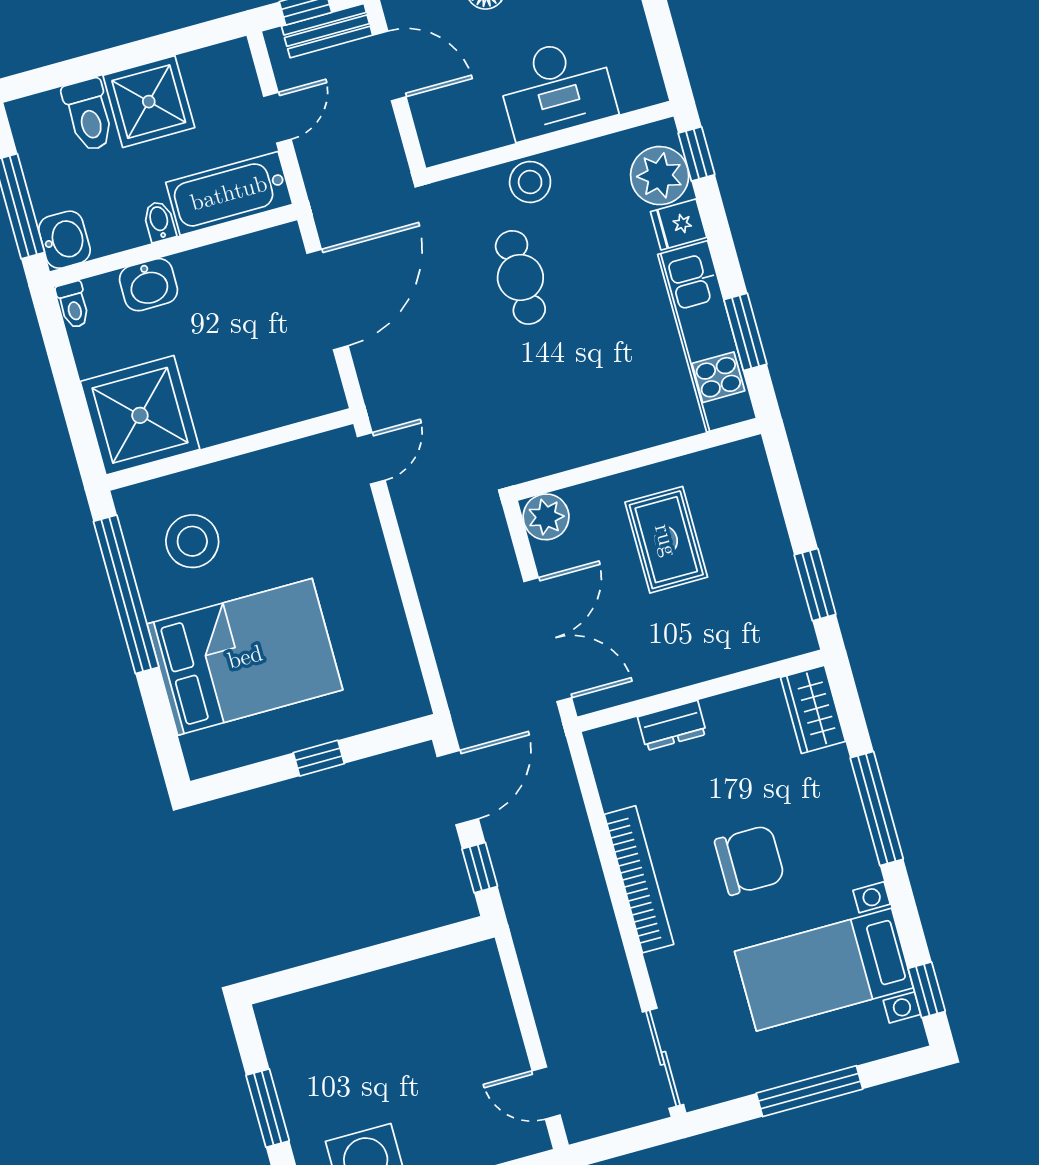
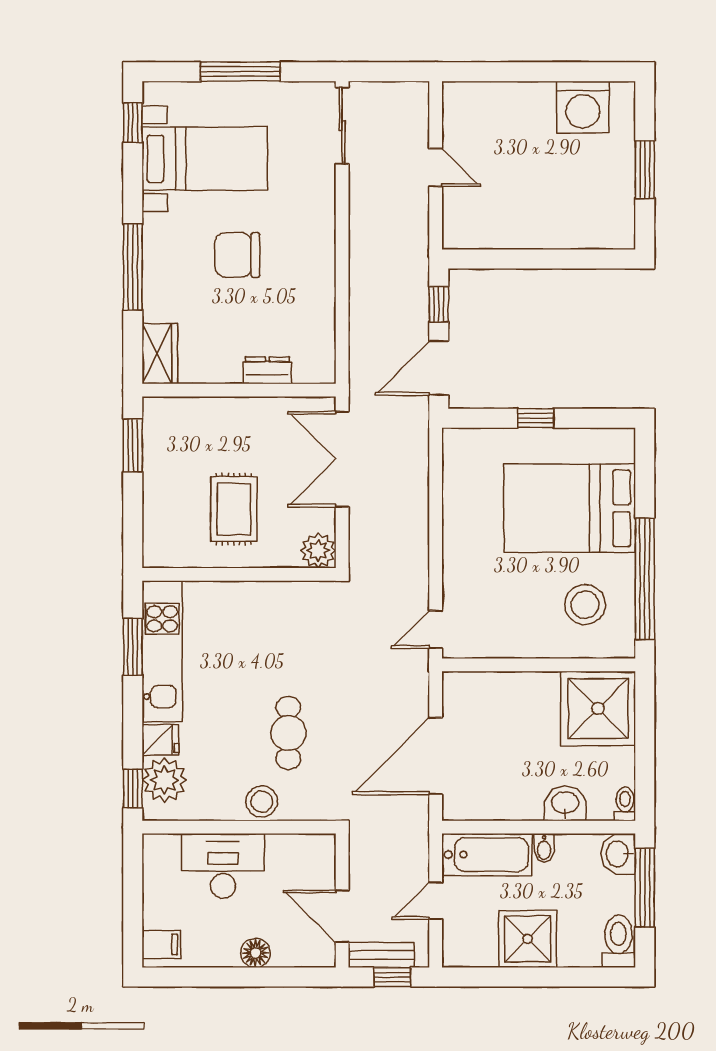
toilet: (89, 115) -> (618, 941), moved
bookcase: (639, 879) -> (323, 263), removed
door: (546, 1093) -> (436, 167), moved

